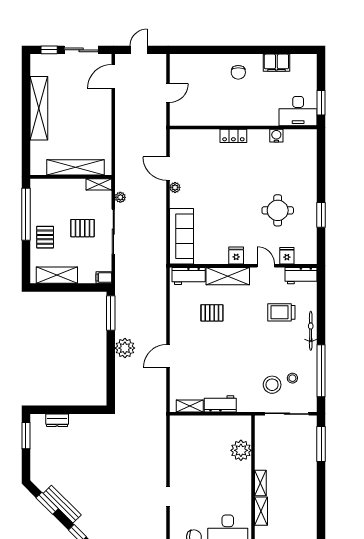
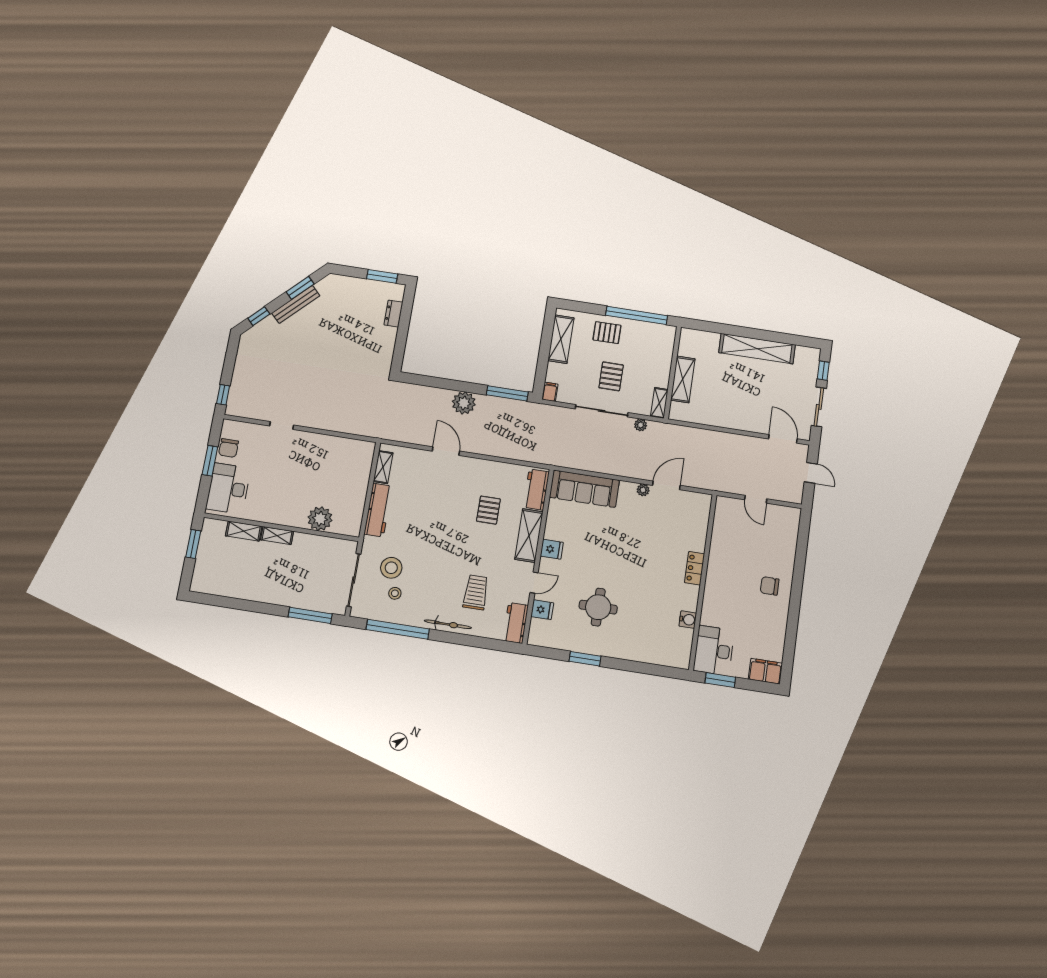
filing cabinet: (276, 63) -> (765, 671), moved, turned 90
shelving: (76, 167) -> (683, 379), width x0.68
workbench: (220, 404) -> (378, 510), width x1.38

